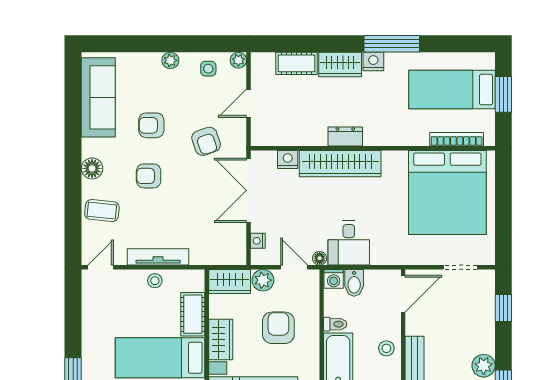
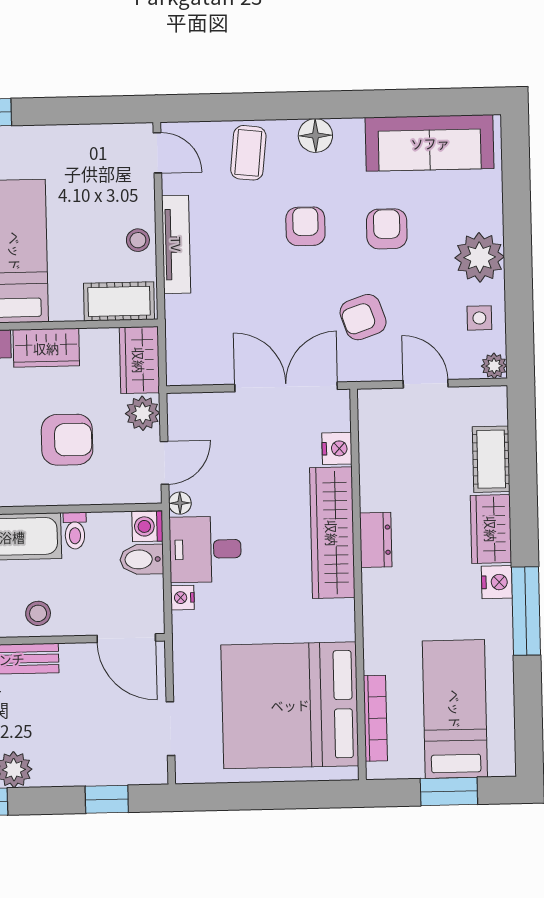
plant: (170, 60) -> (480, 257), width x1.87, depth x1.87
nightstand: (258, 241) -> (182, 598), moved, turned -90
cot: (193, 314) -> (119, 301), moved

